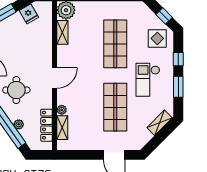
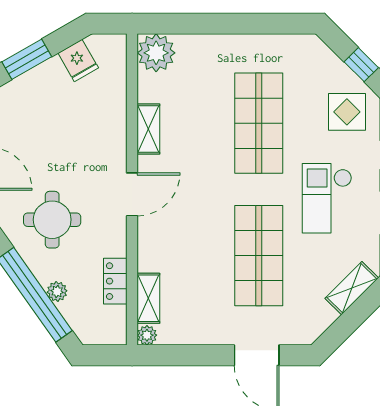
shelving: (62, 32) -> (148, 129), moved
plant: (62, 110) -> (147, 335), moved
locker: (47, 125) -> (115, 281), width x0.66

